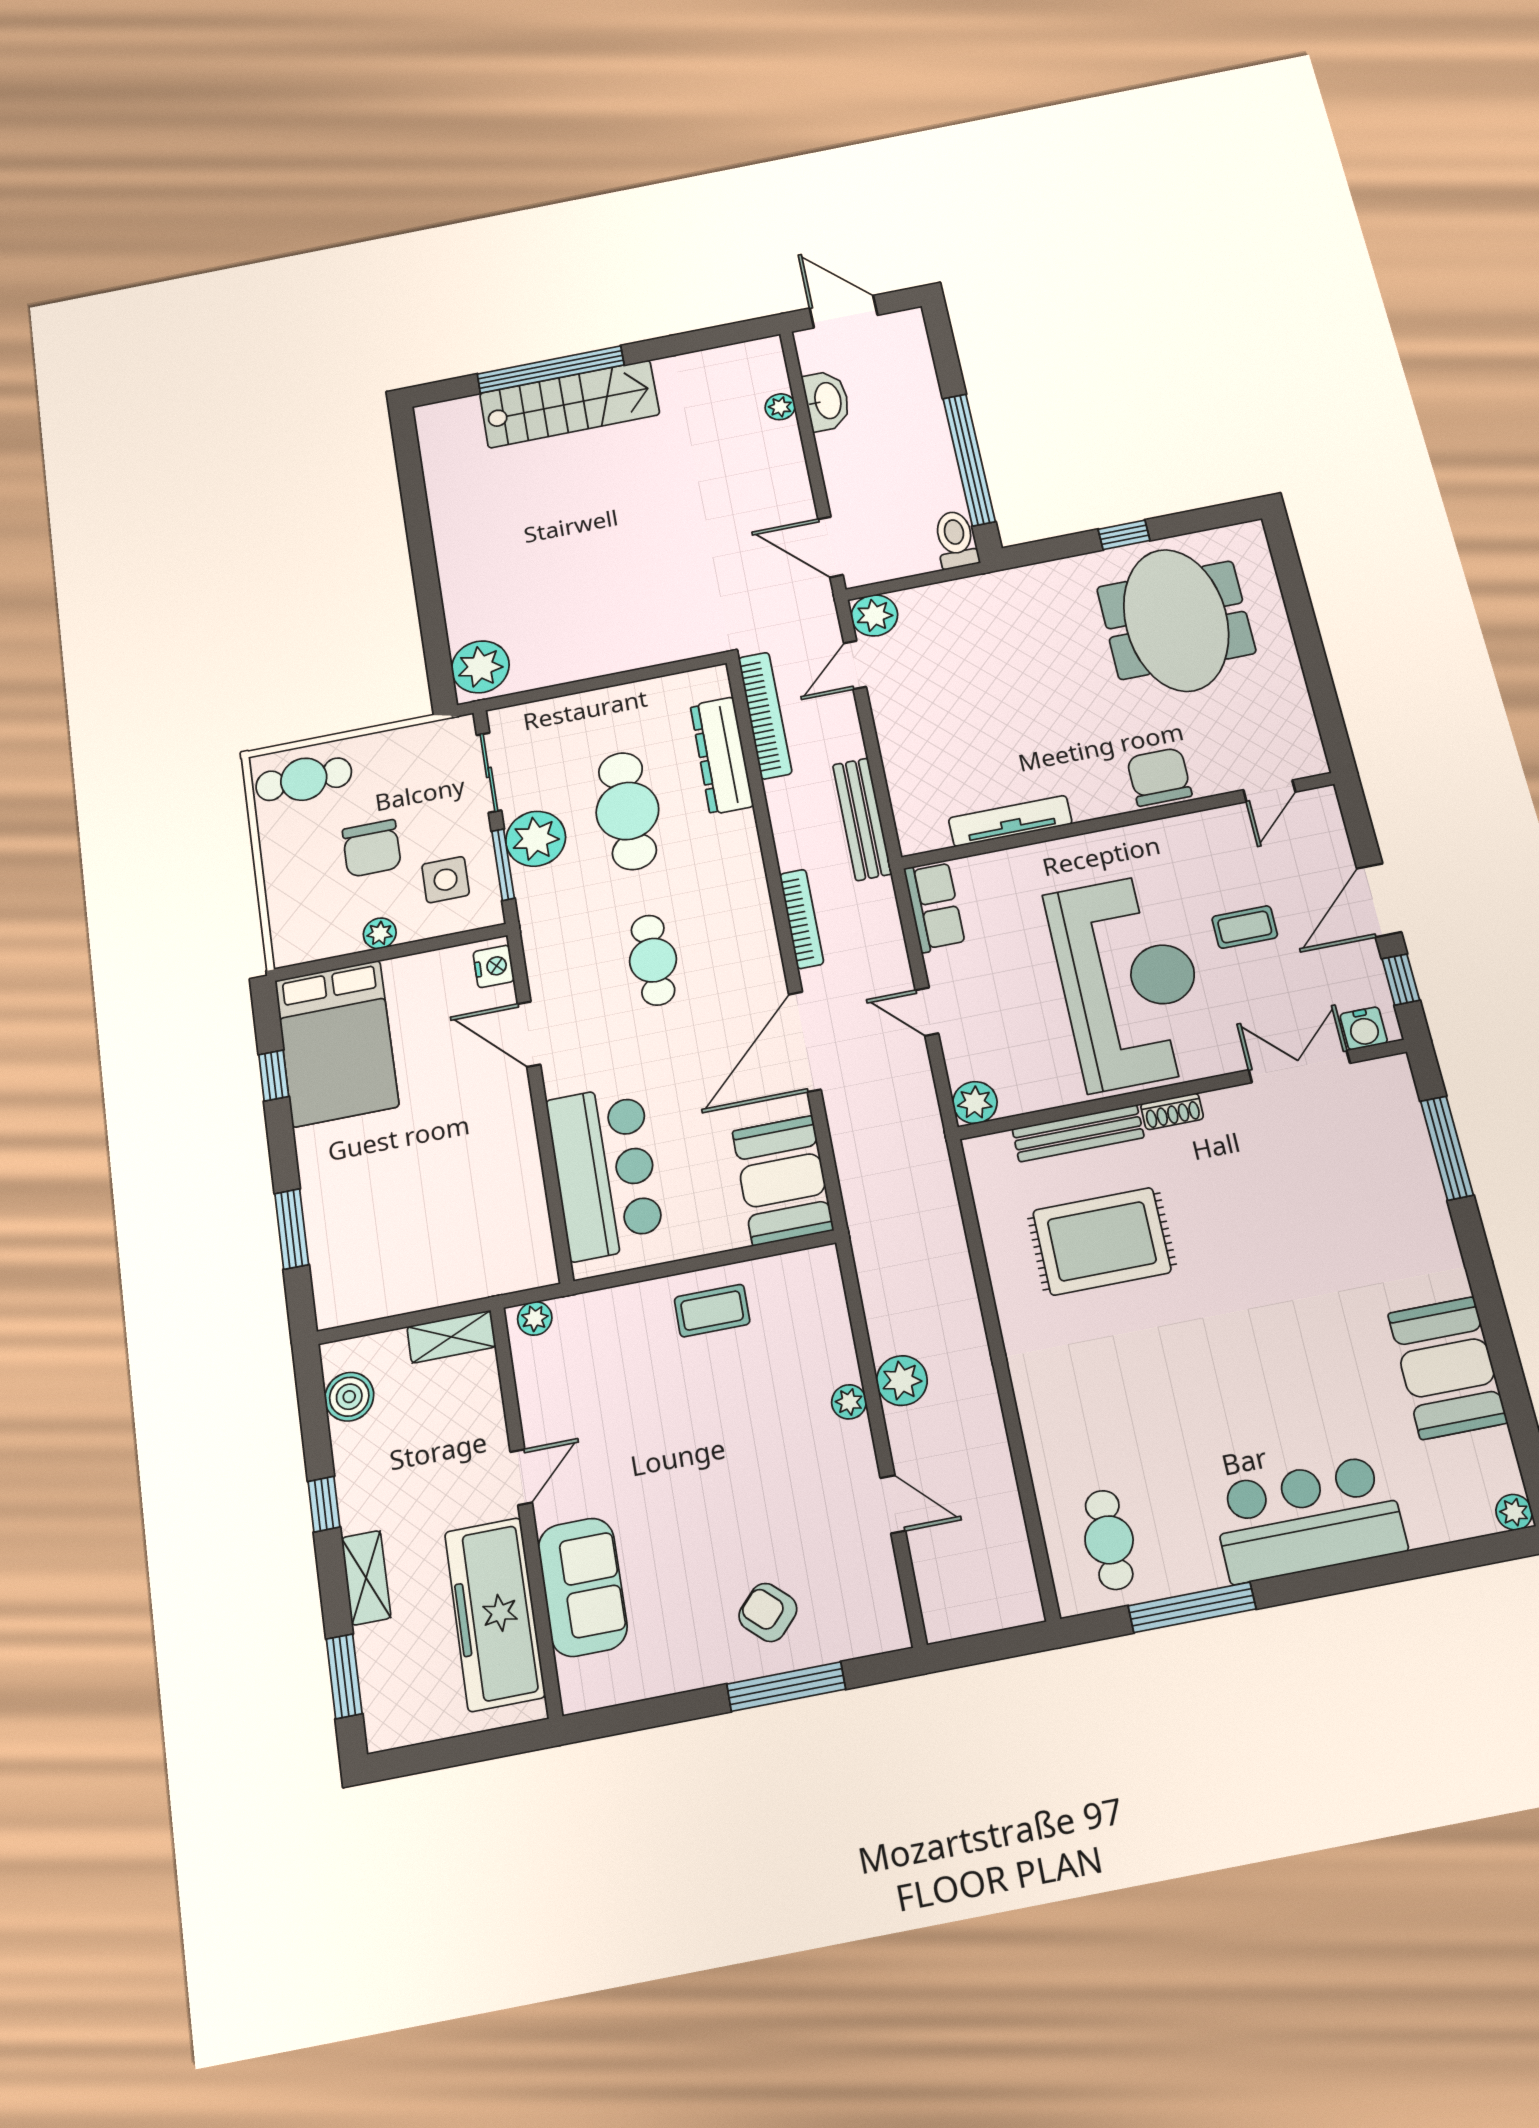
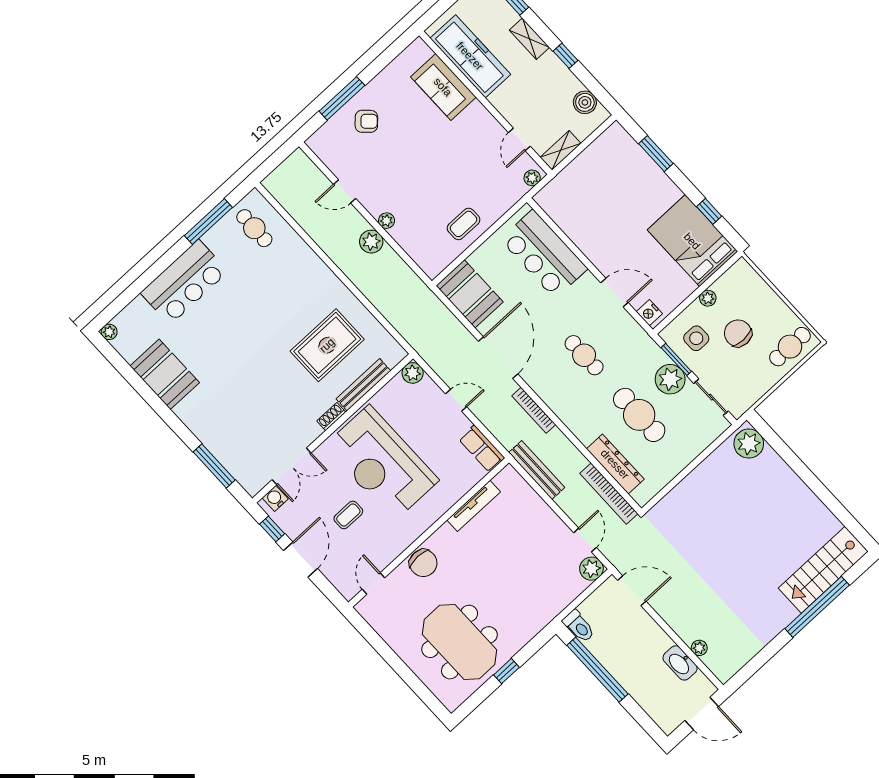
stairs: (569, 404) -> (823, 570), moved
door: (521, 1477) -> (519, 139), moved

